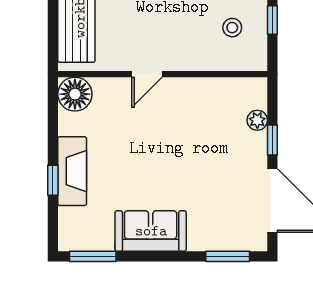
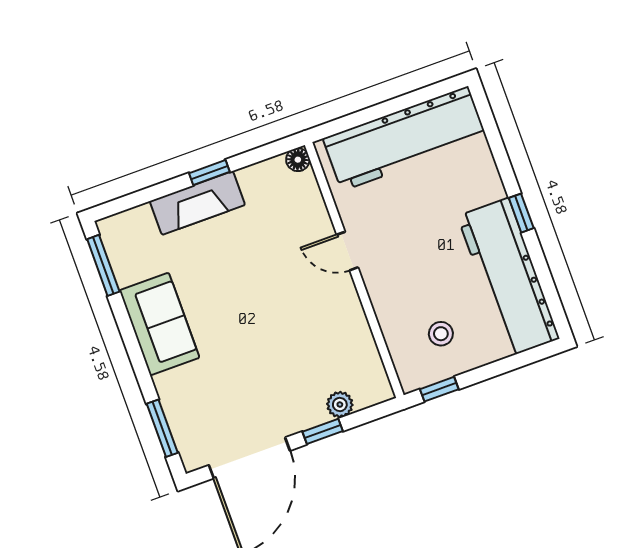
window: (272, 20) -> (439, 389), moved
floor lamp: (75, 94) -> (298, 160), width x0.53, depth x0.53
window: (53, 180) -> (209, 173), moved

